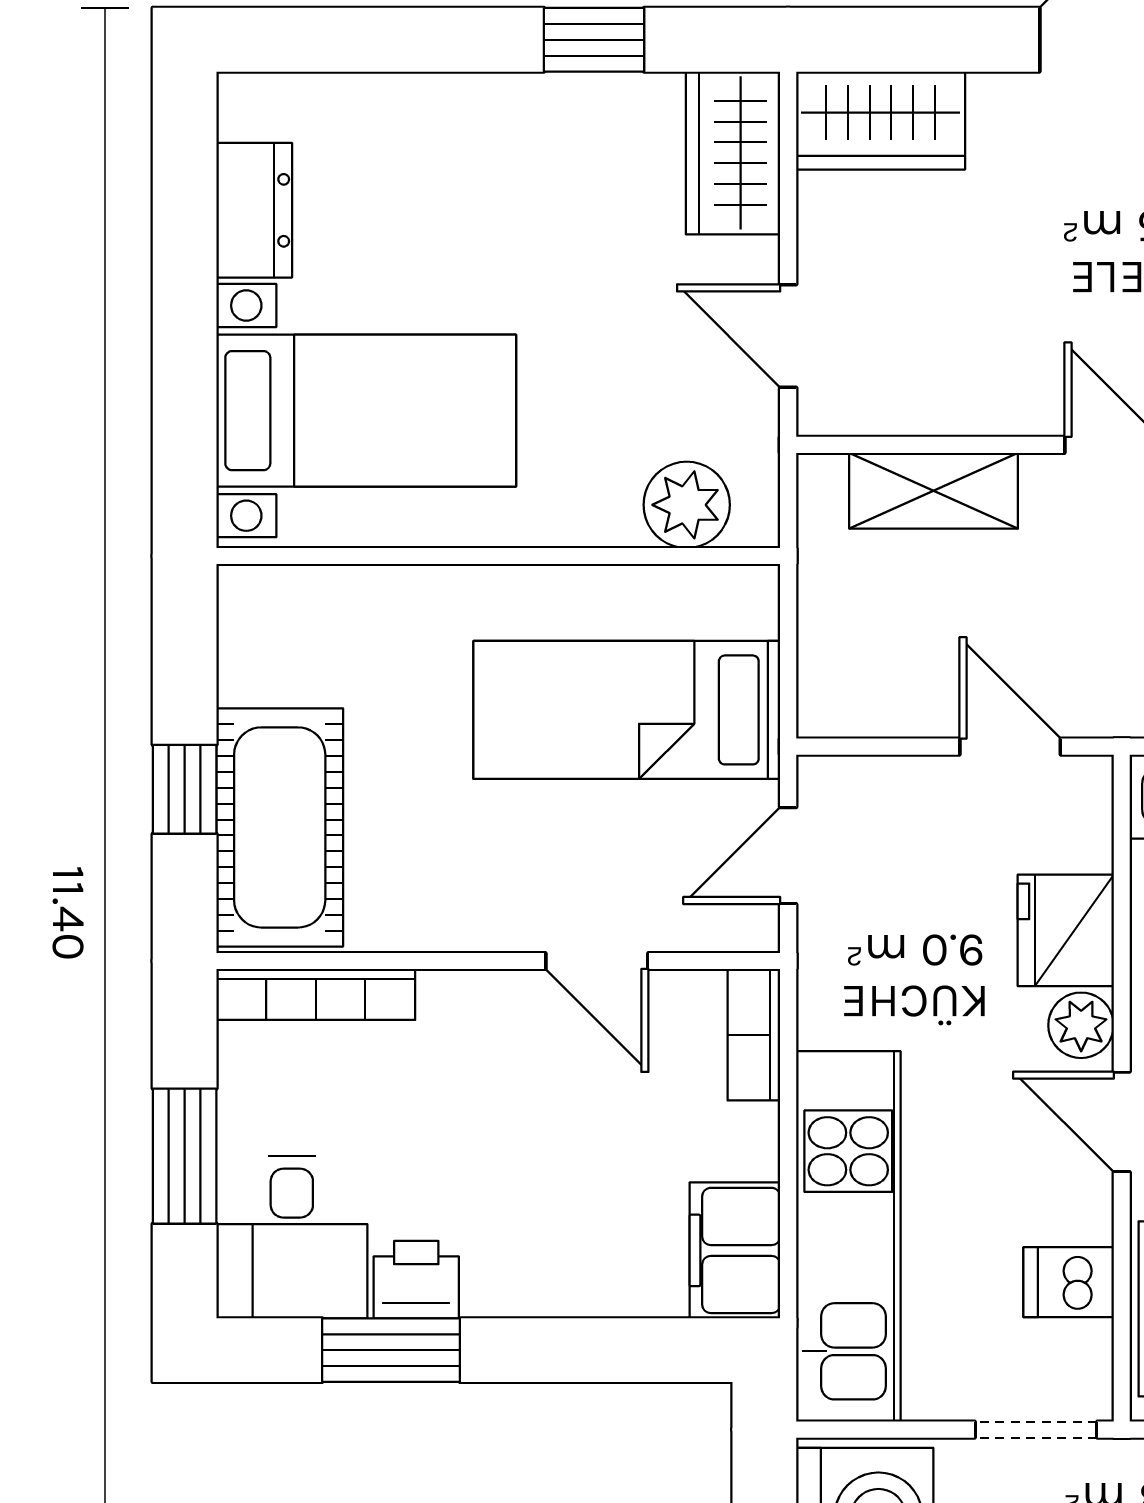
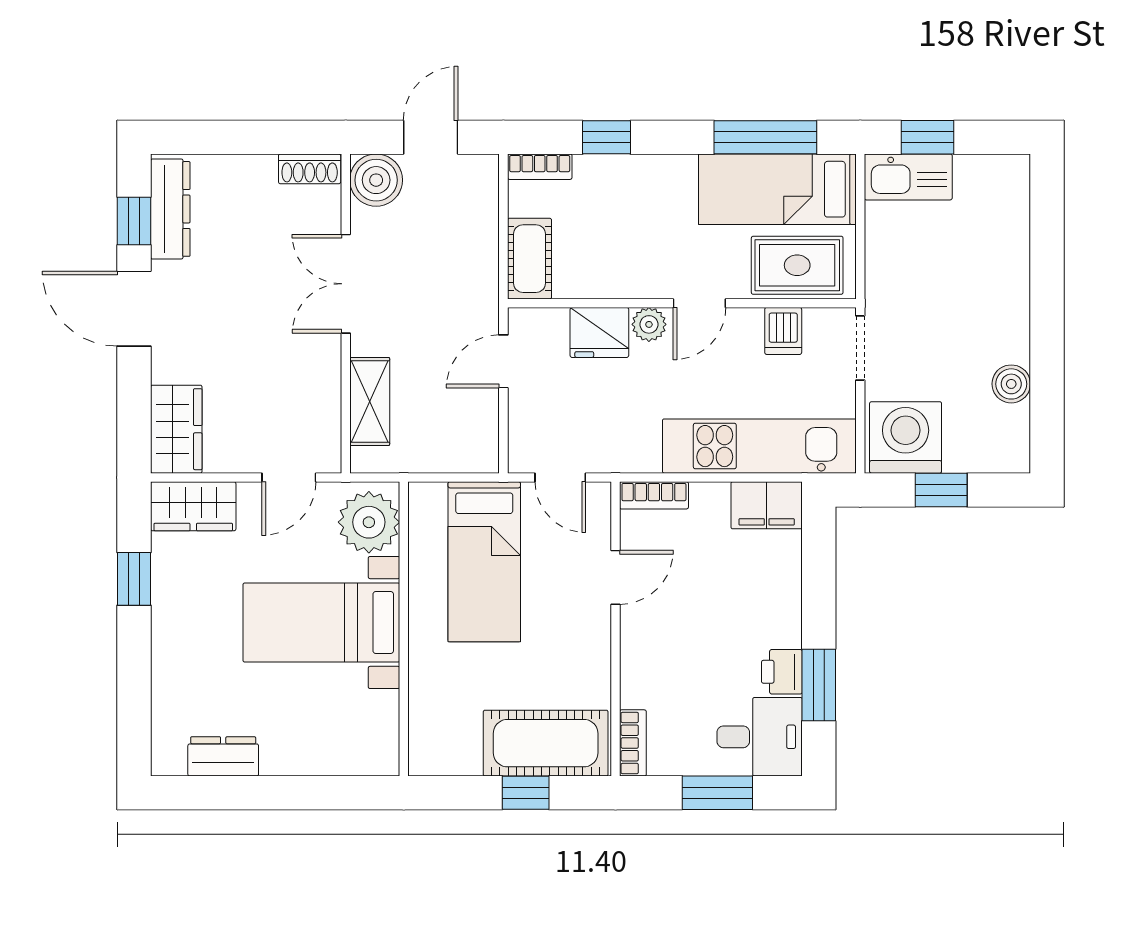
bed with nightstands: (366, 411) -> (321, 622), moved, turned -90
plant: (687, 505) -> (369, 522), width x1.36, depth x1.36
bookcase: (316, 994) -> (633, 743), width x0.64

